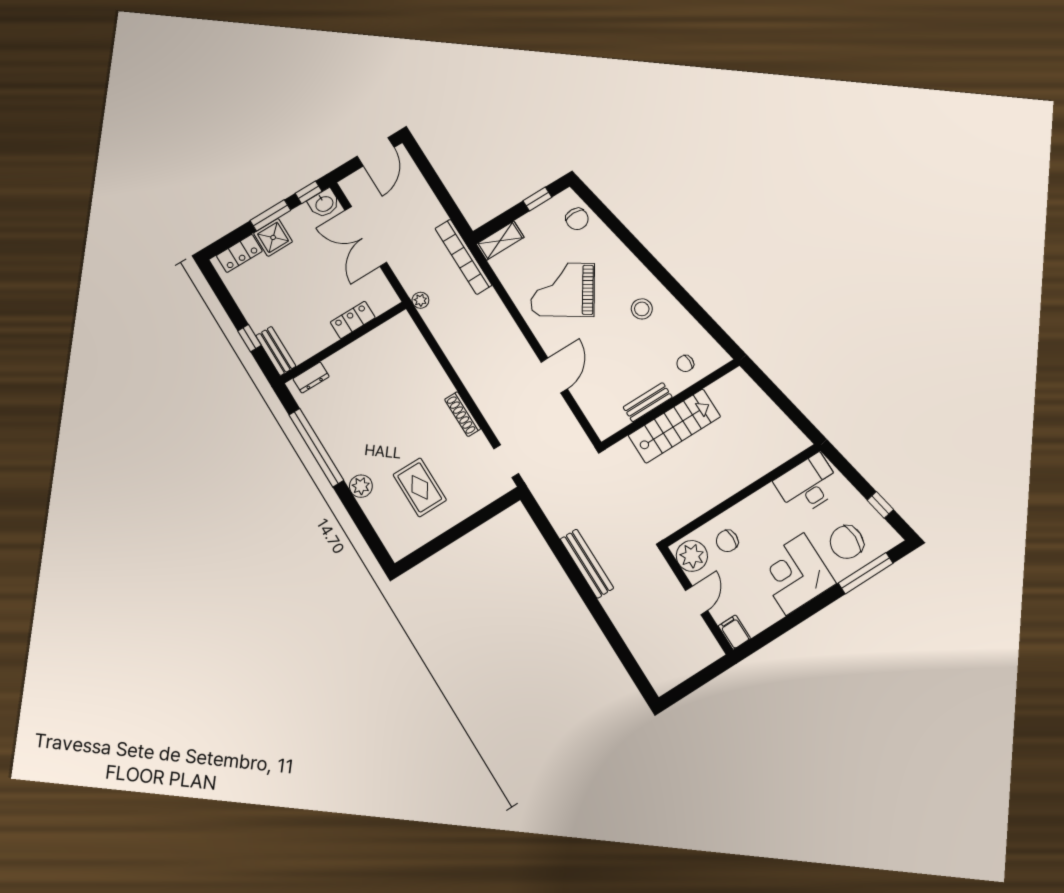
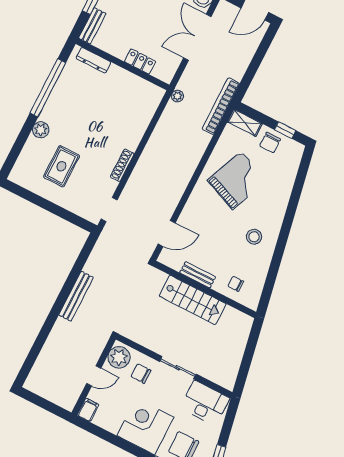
chair: (577, 219) -> (270, 143), moved
grand piano: (563, 289) -> (237, 180), turned 79
door: (554, 375) -> (167, 233), moved
dresser: (311, 378) -> (93, 60), width x1.44
sliding door: (746, 492) -> (178, 368), added

